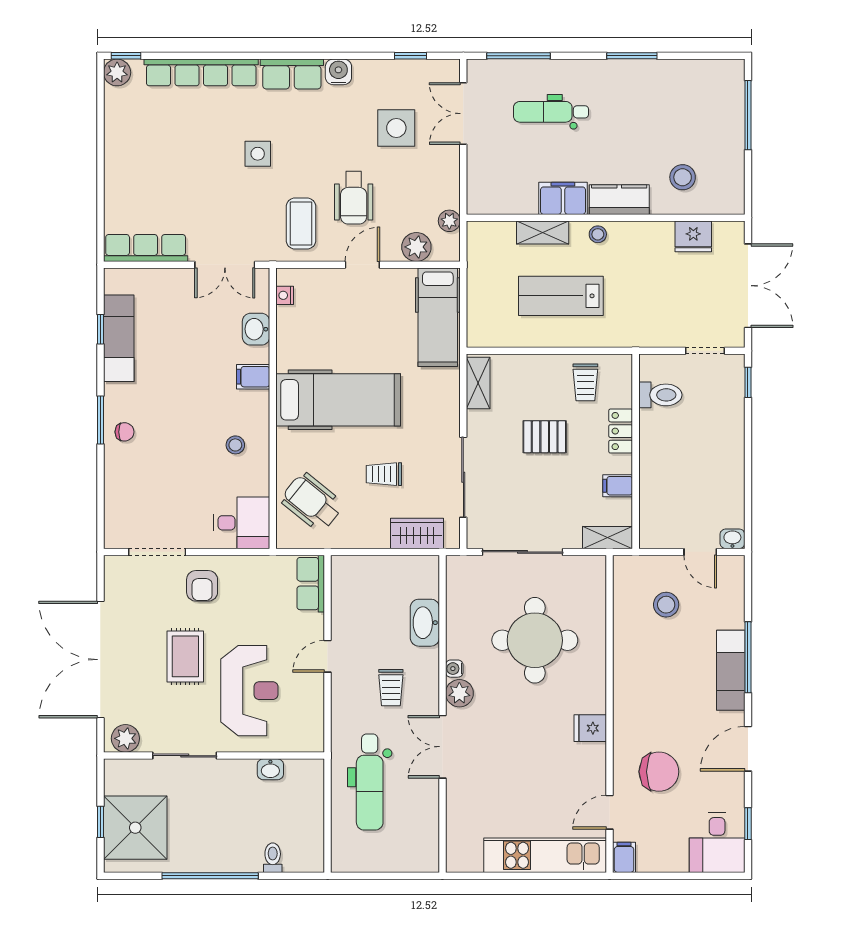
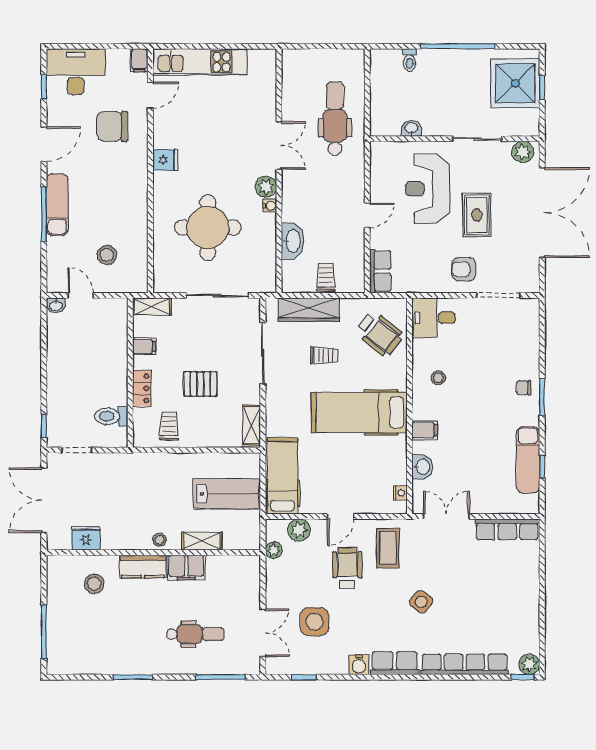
side table: (258, 154) -> (421, 602), turned 38
lab bench: (561, 296) -> (226, 494), moved
wardrobe: (417, 533) -> (309, 310), width x1.50
armchair: (202, 586) -> (464, 269), turned -90
trolley: (391, 688) -> (326, 277), moved
desk: (717, 843) -> (76, 72), width x1.37

